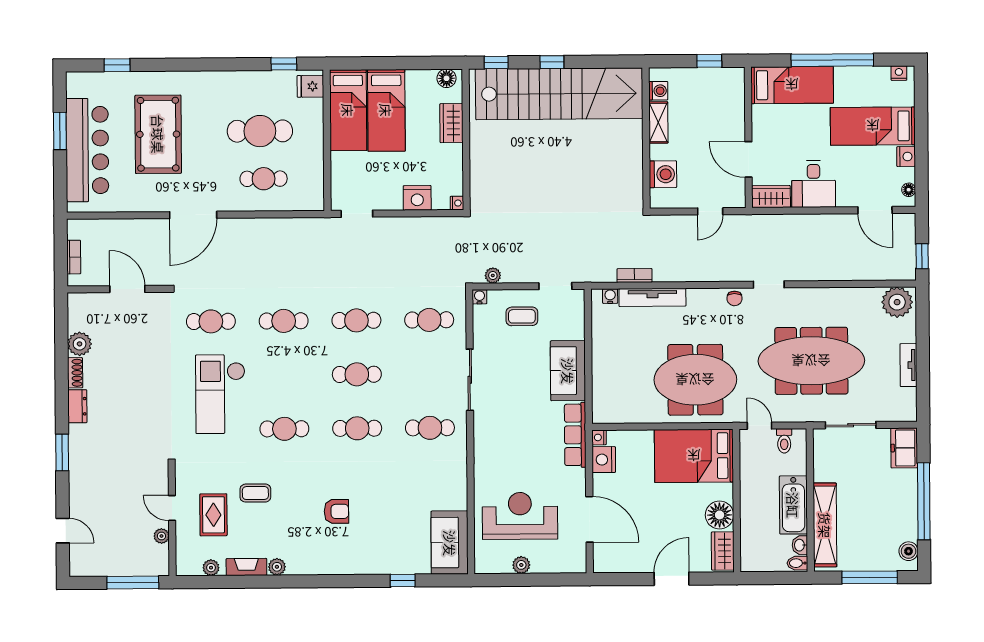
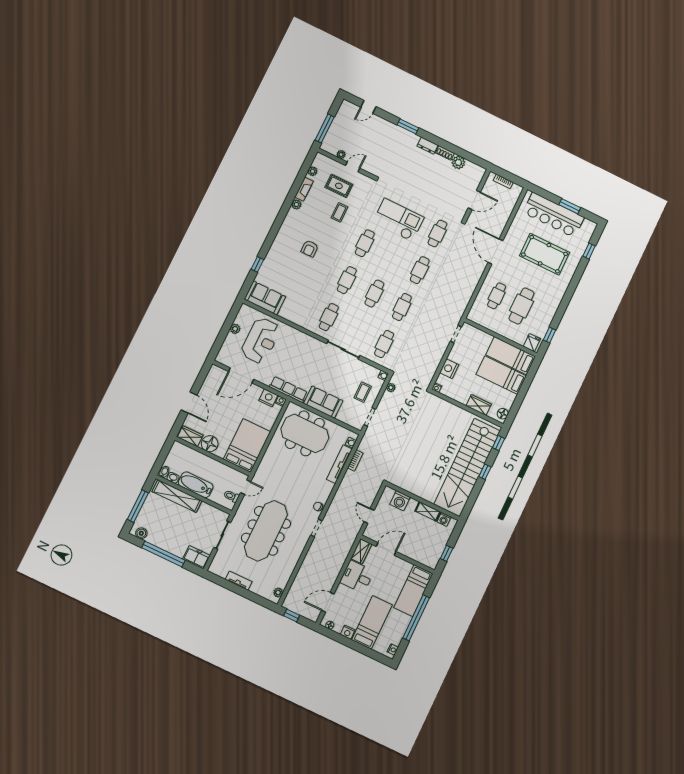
plant: (897, 302) -> (278, 592), width x0.53, depth x0.53
meeting table: (695, 380) -> (305, 433), moved, turned 90

